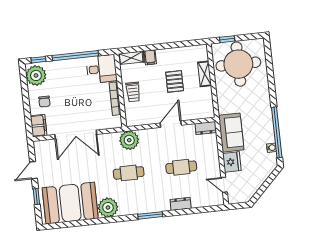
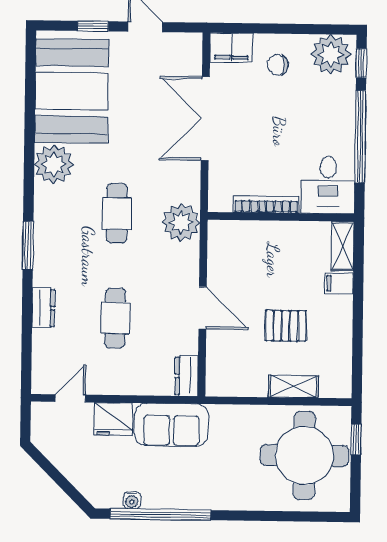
trolley: (133, 92) -> (275, 241), removed

